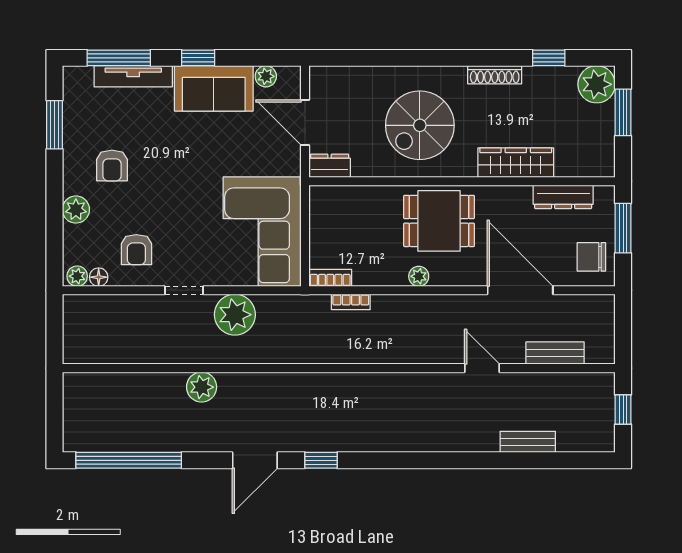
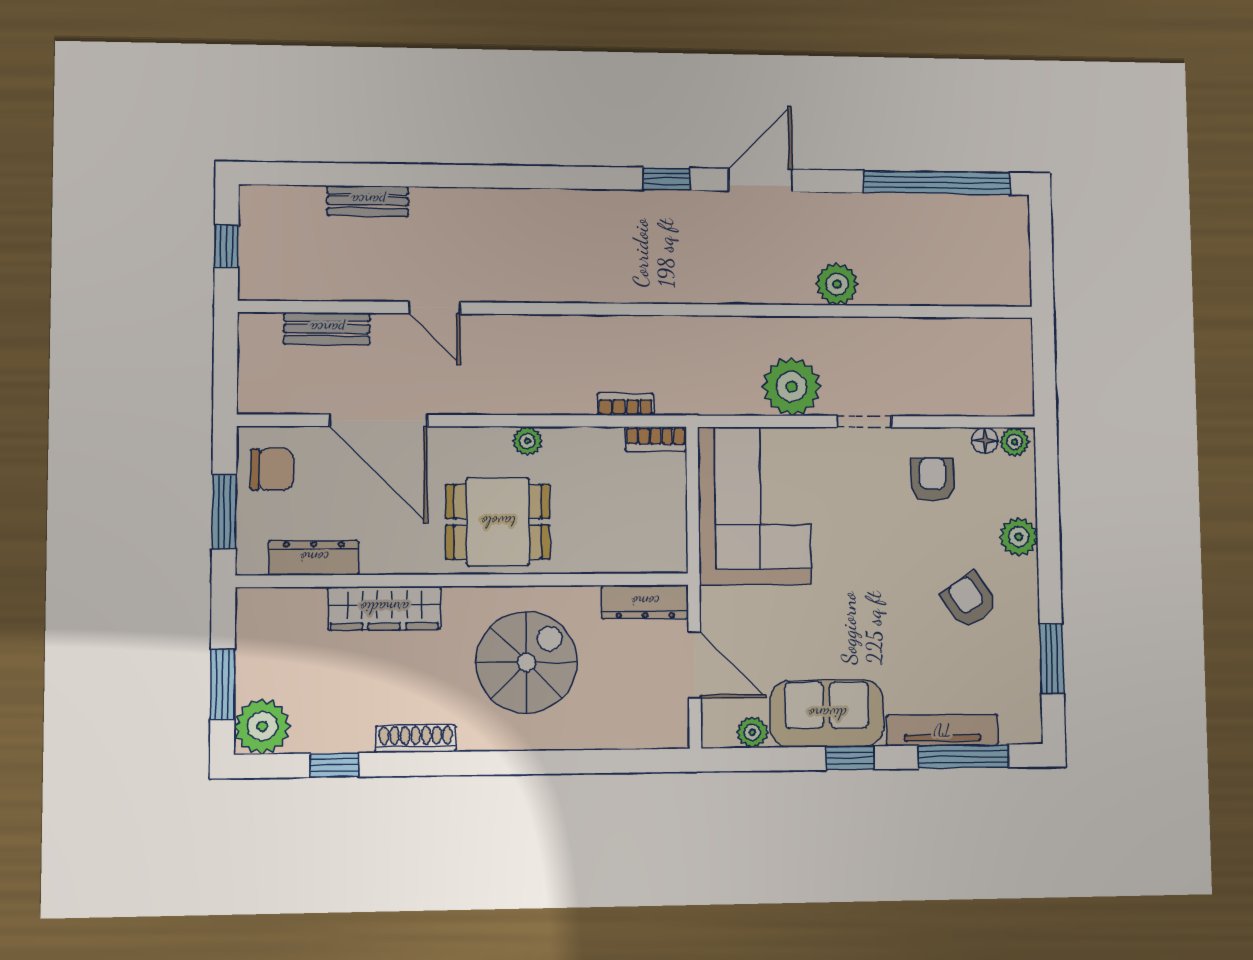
armchair: (112, 166) -> (970, 600), turned -34
dresser: (330, 166) -> (645, 602), width x1.44

